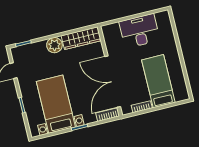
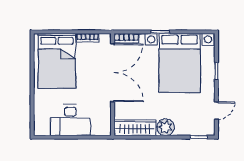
bed: (158, 81) -> (57, 61), width x1.50
bed with nightstands: (56, 104) -> (180, 63), width x1.36

